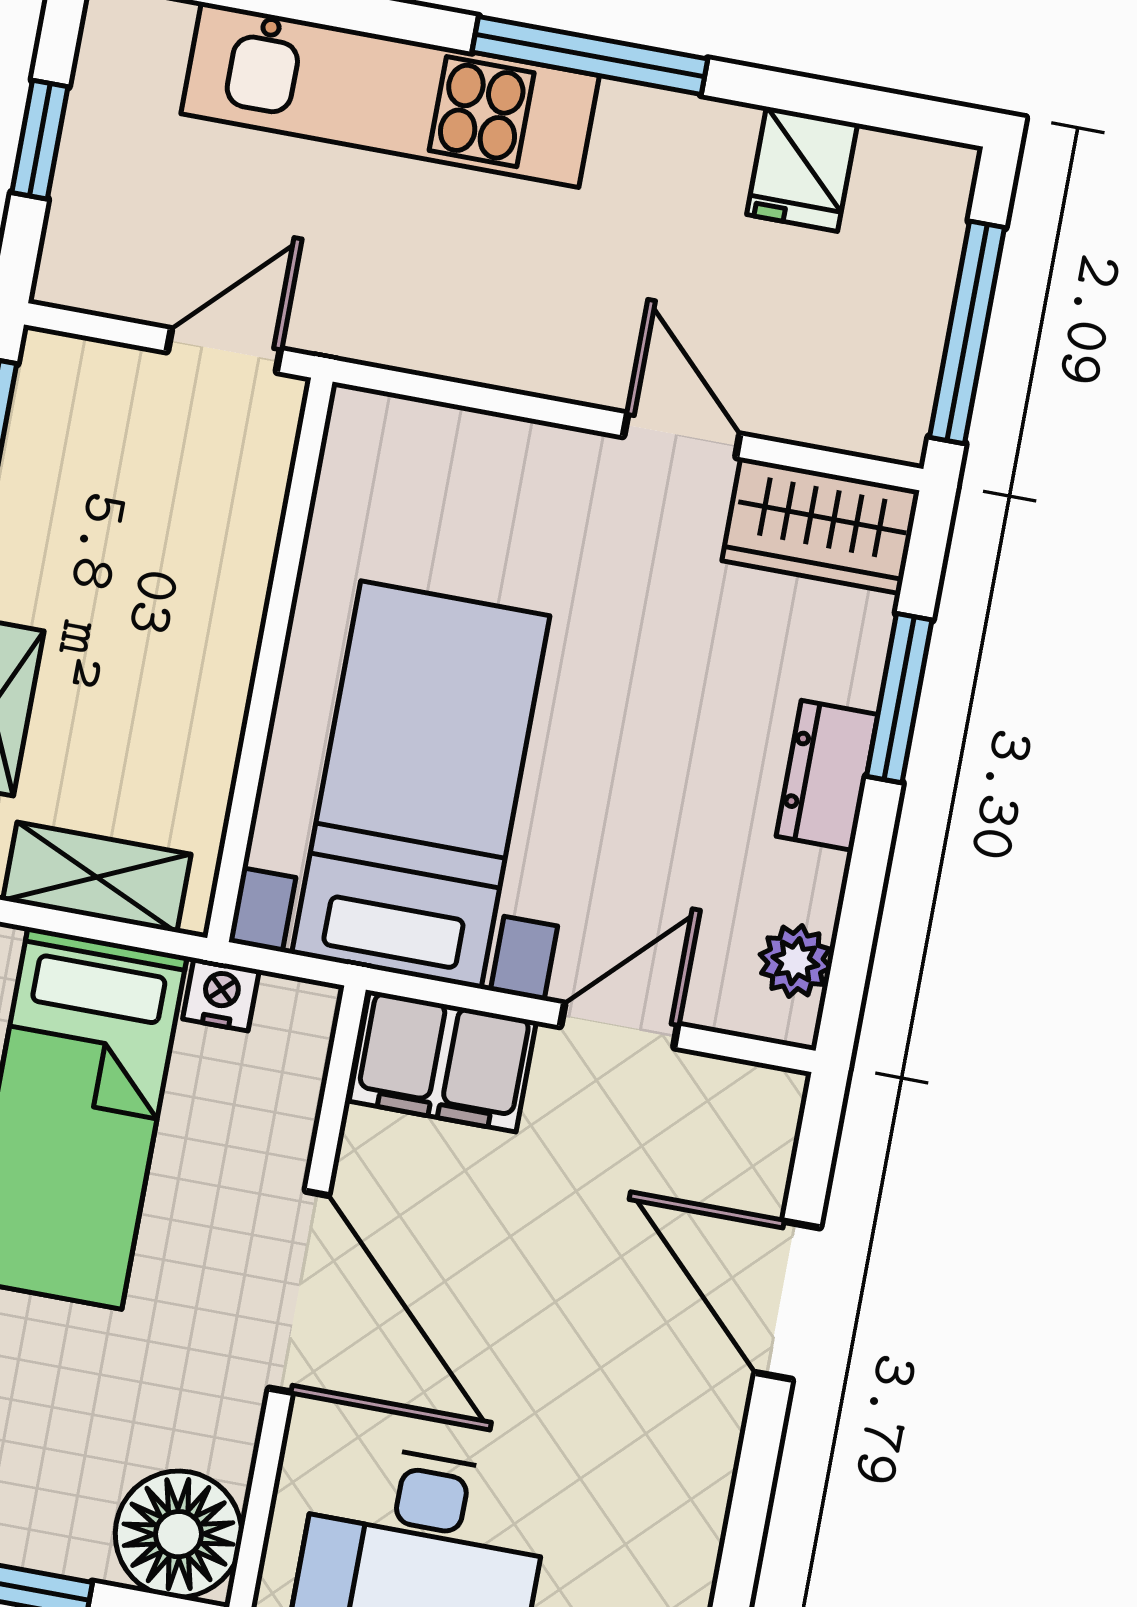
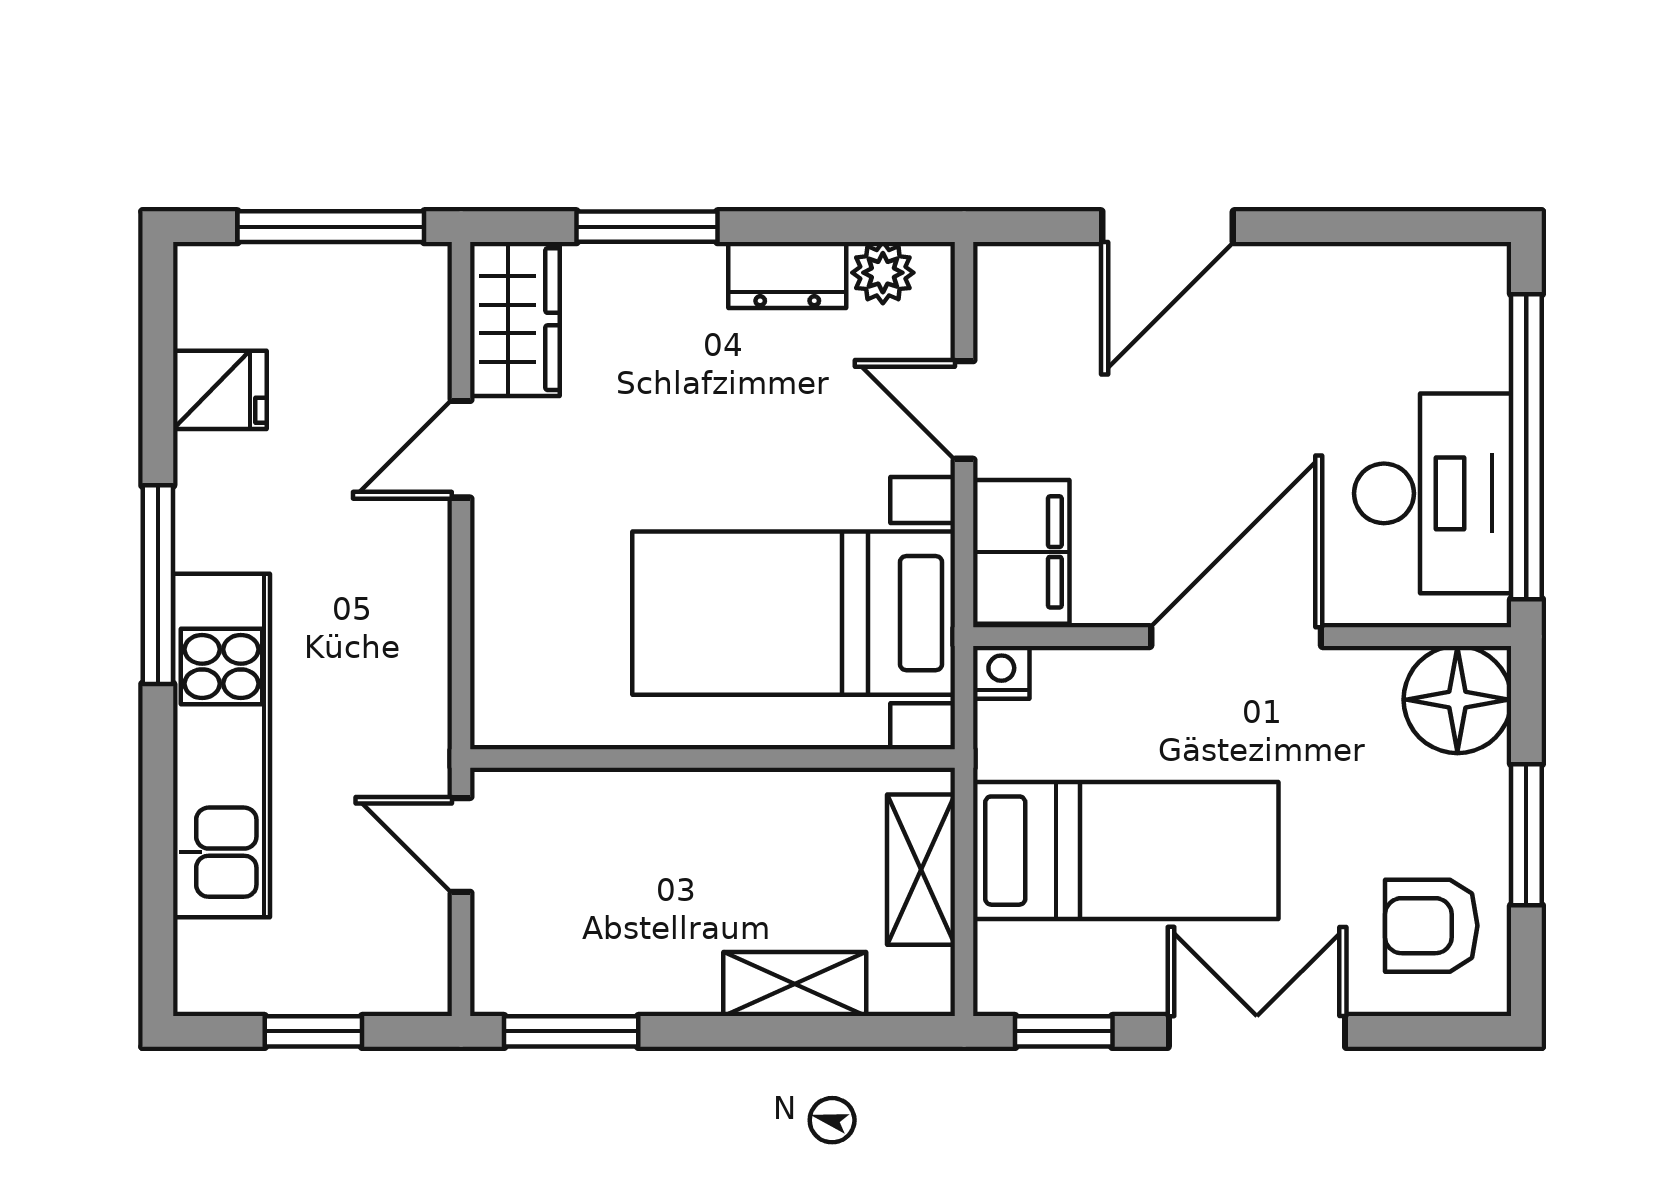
dresser: (827, 775) -> (787, 275), moved
nightstand: (221, 994) -> (1001, 672), moved, turned 90

